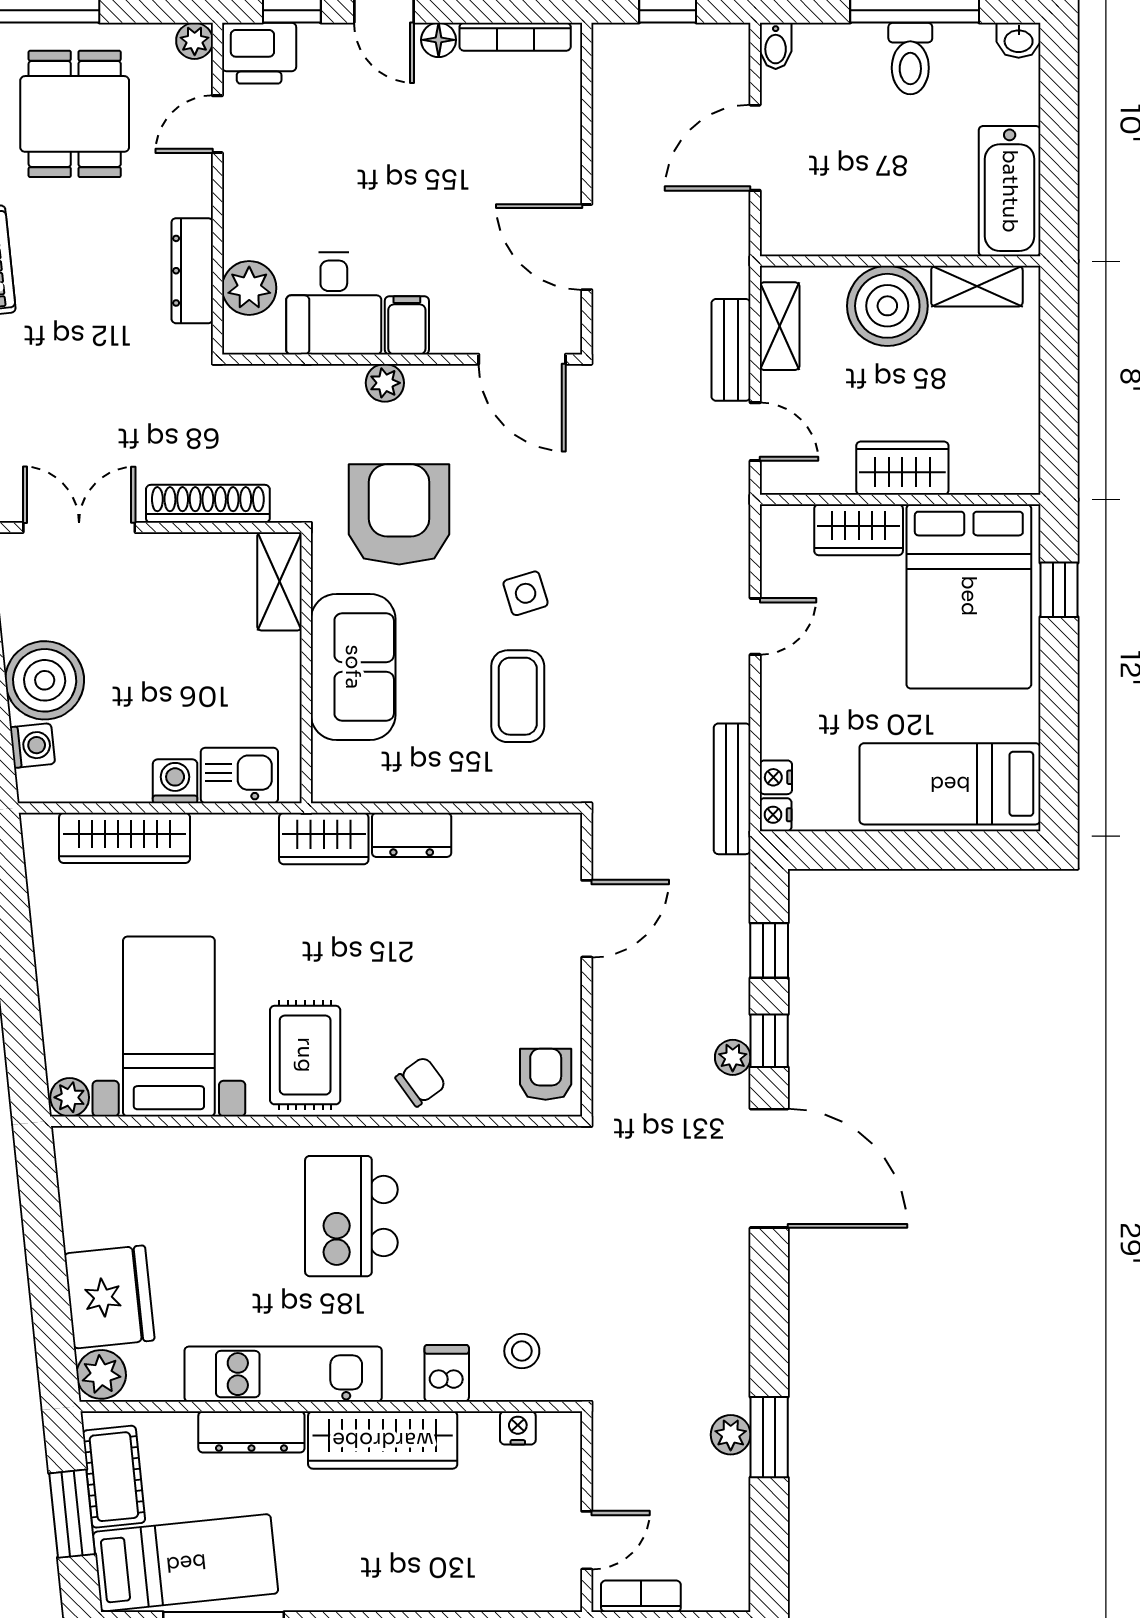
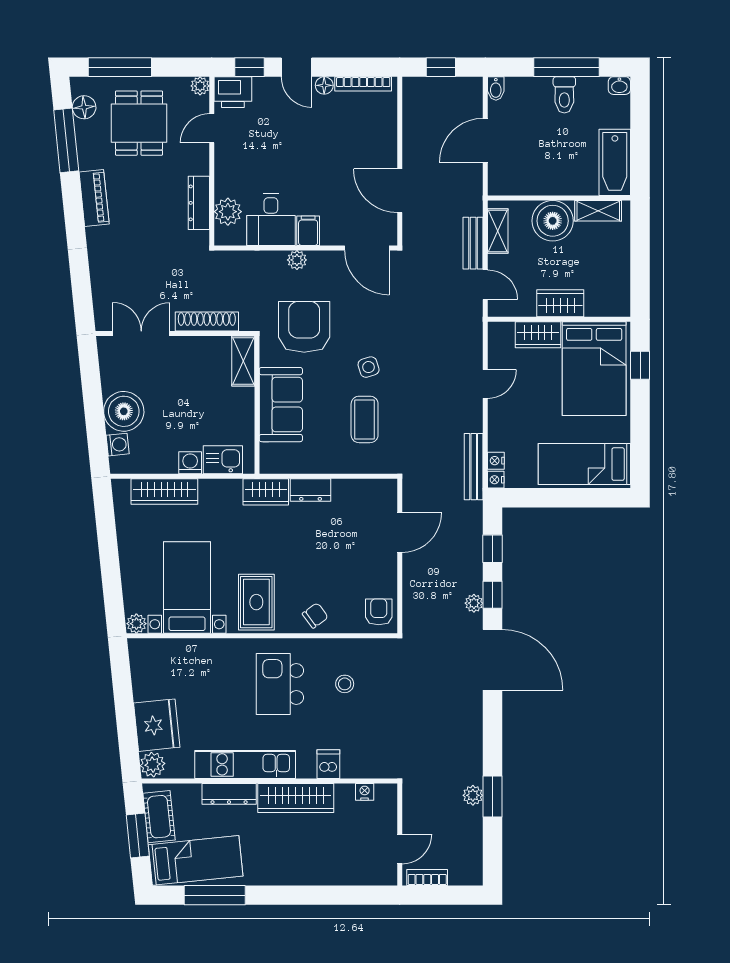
stool: (522, 1351) -> (345, 684), moved

